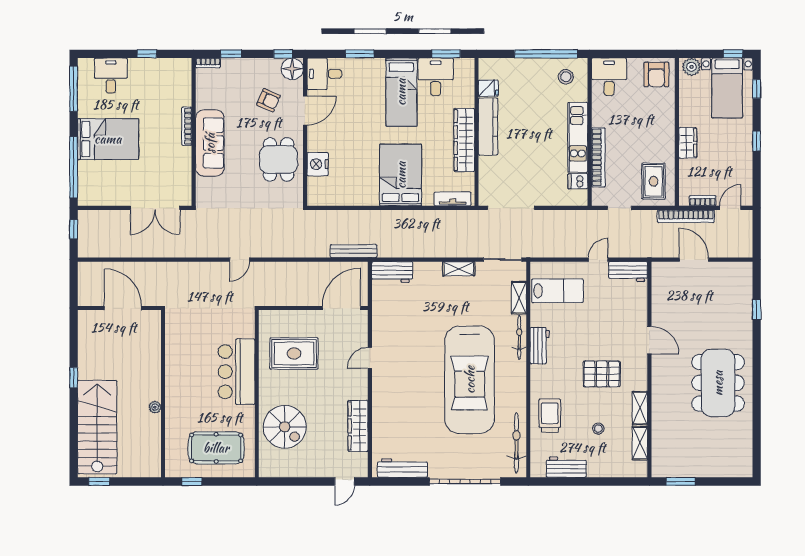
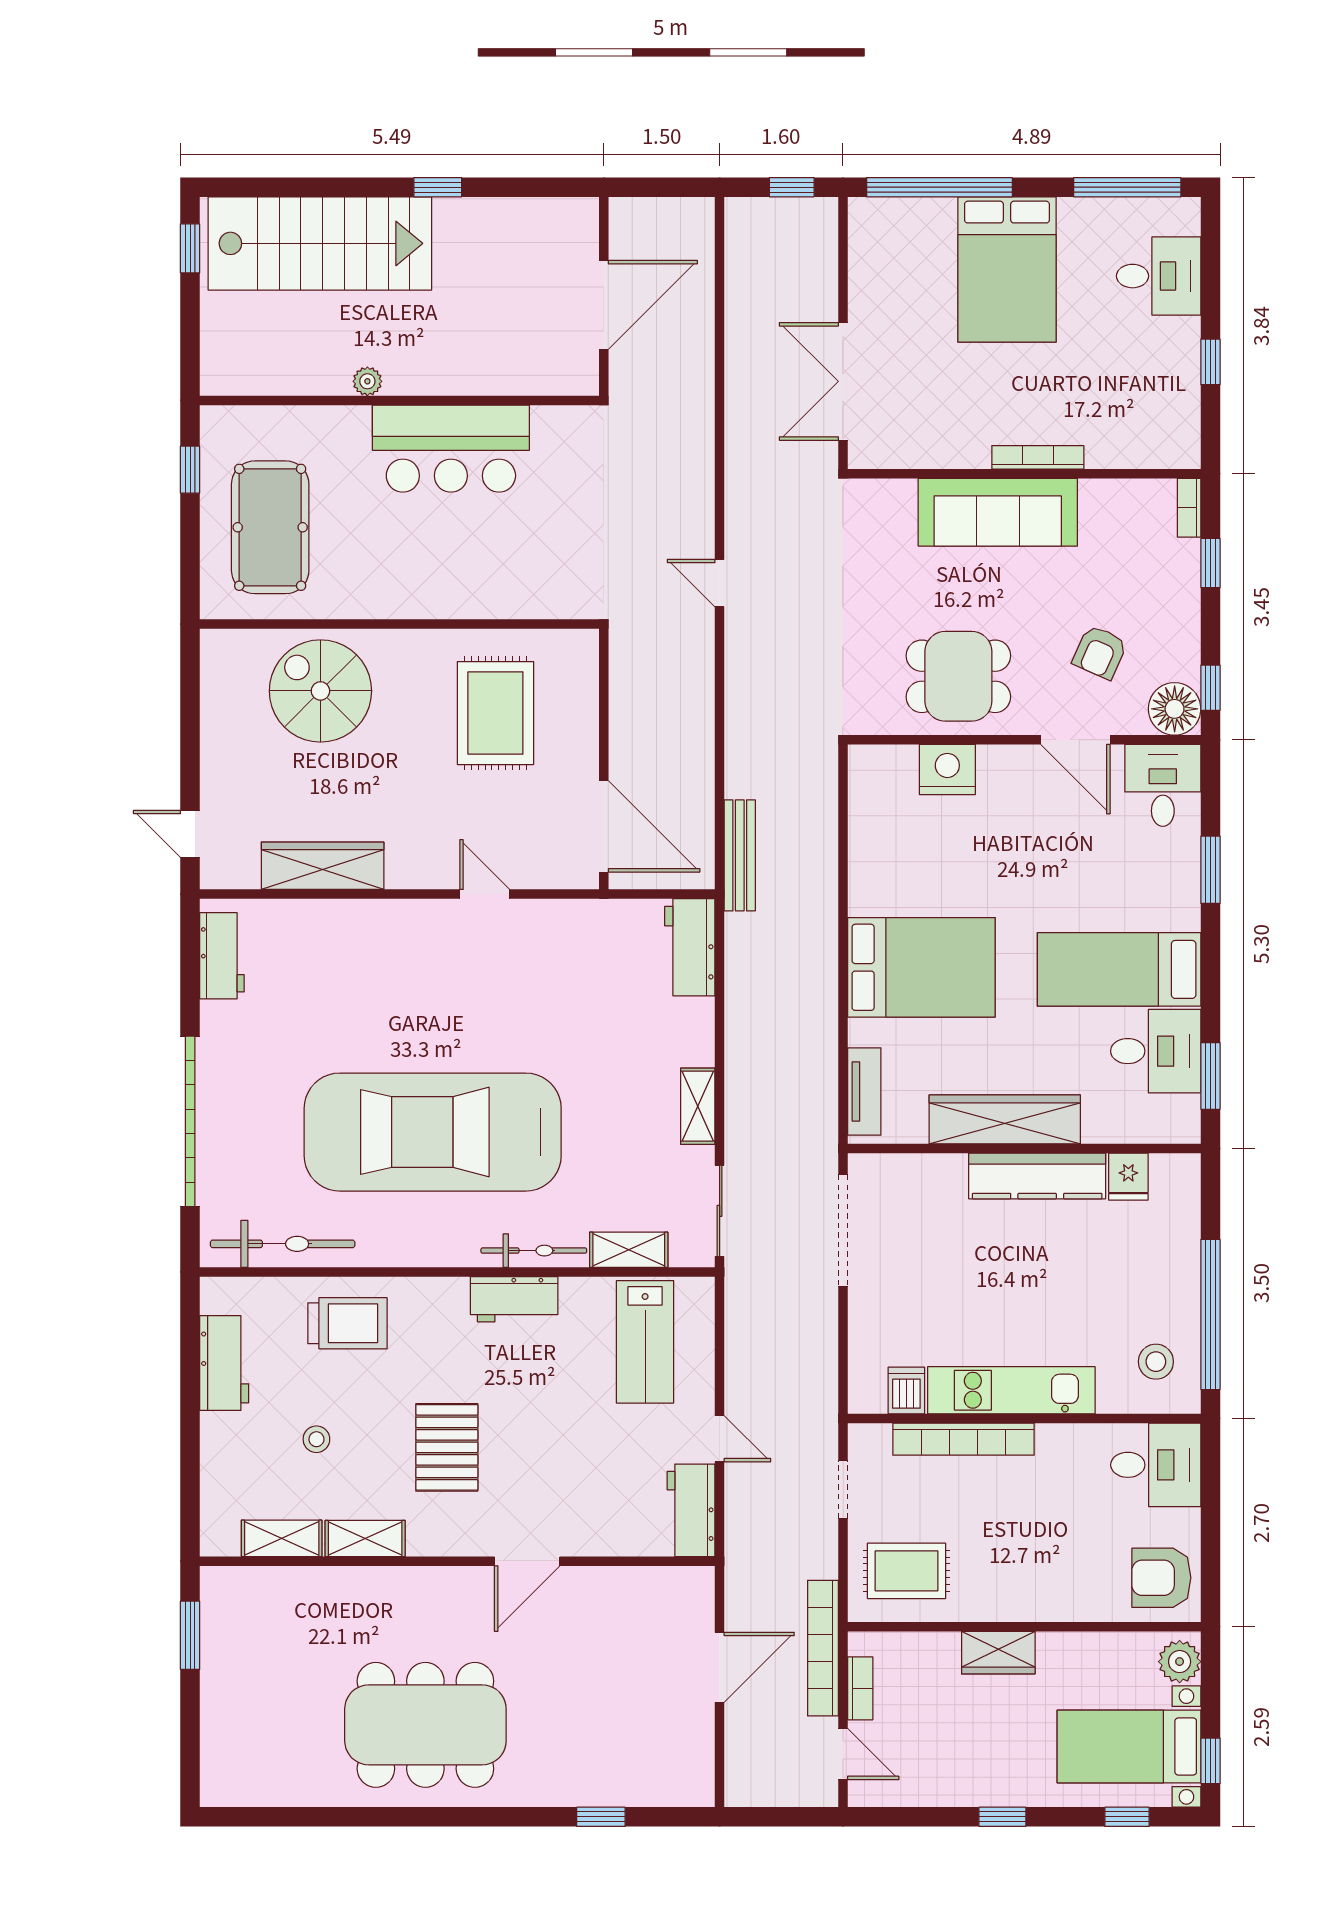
bar counter: (236, 372) -> (451, 449), moved, turned 180
spiral stairs: (285, 427) -> (320, 691), turned 90
workbench: (402, 468) -> (222, 956), width x0.73

